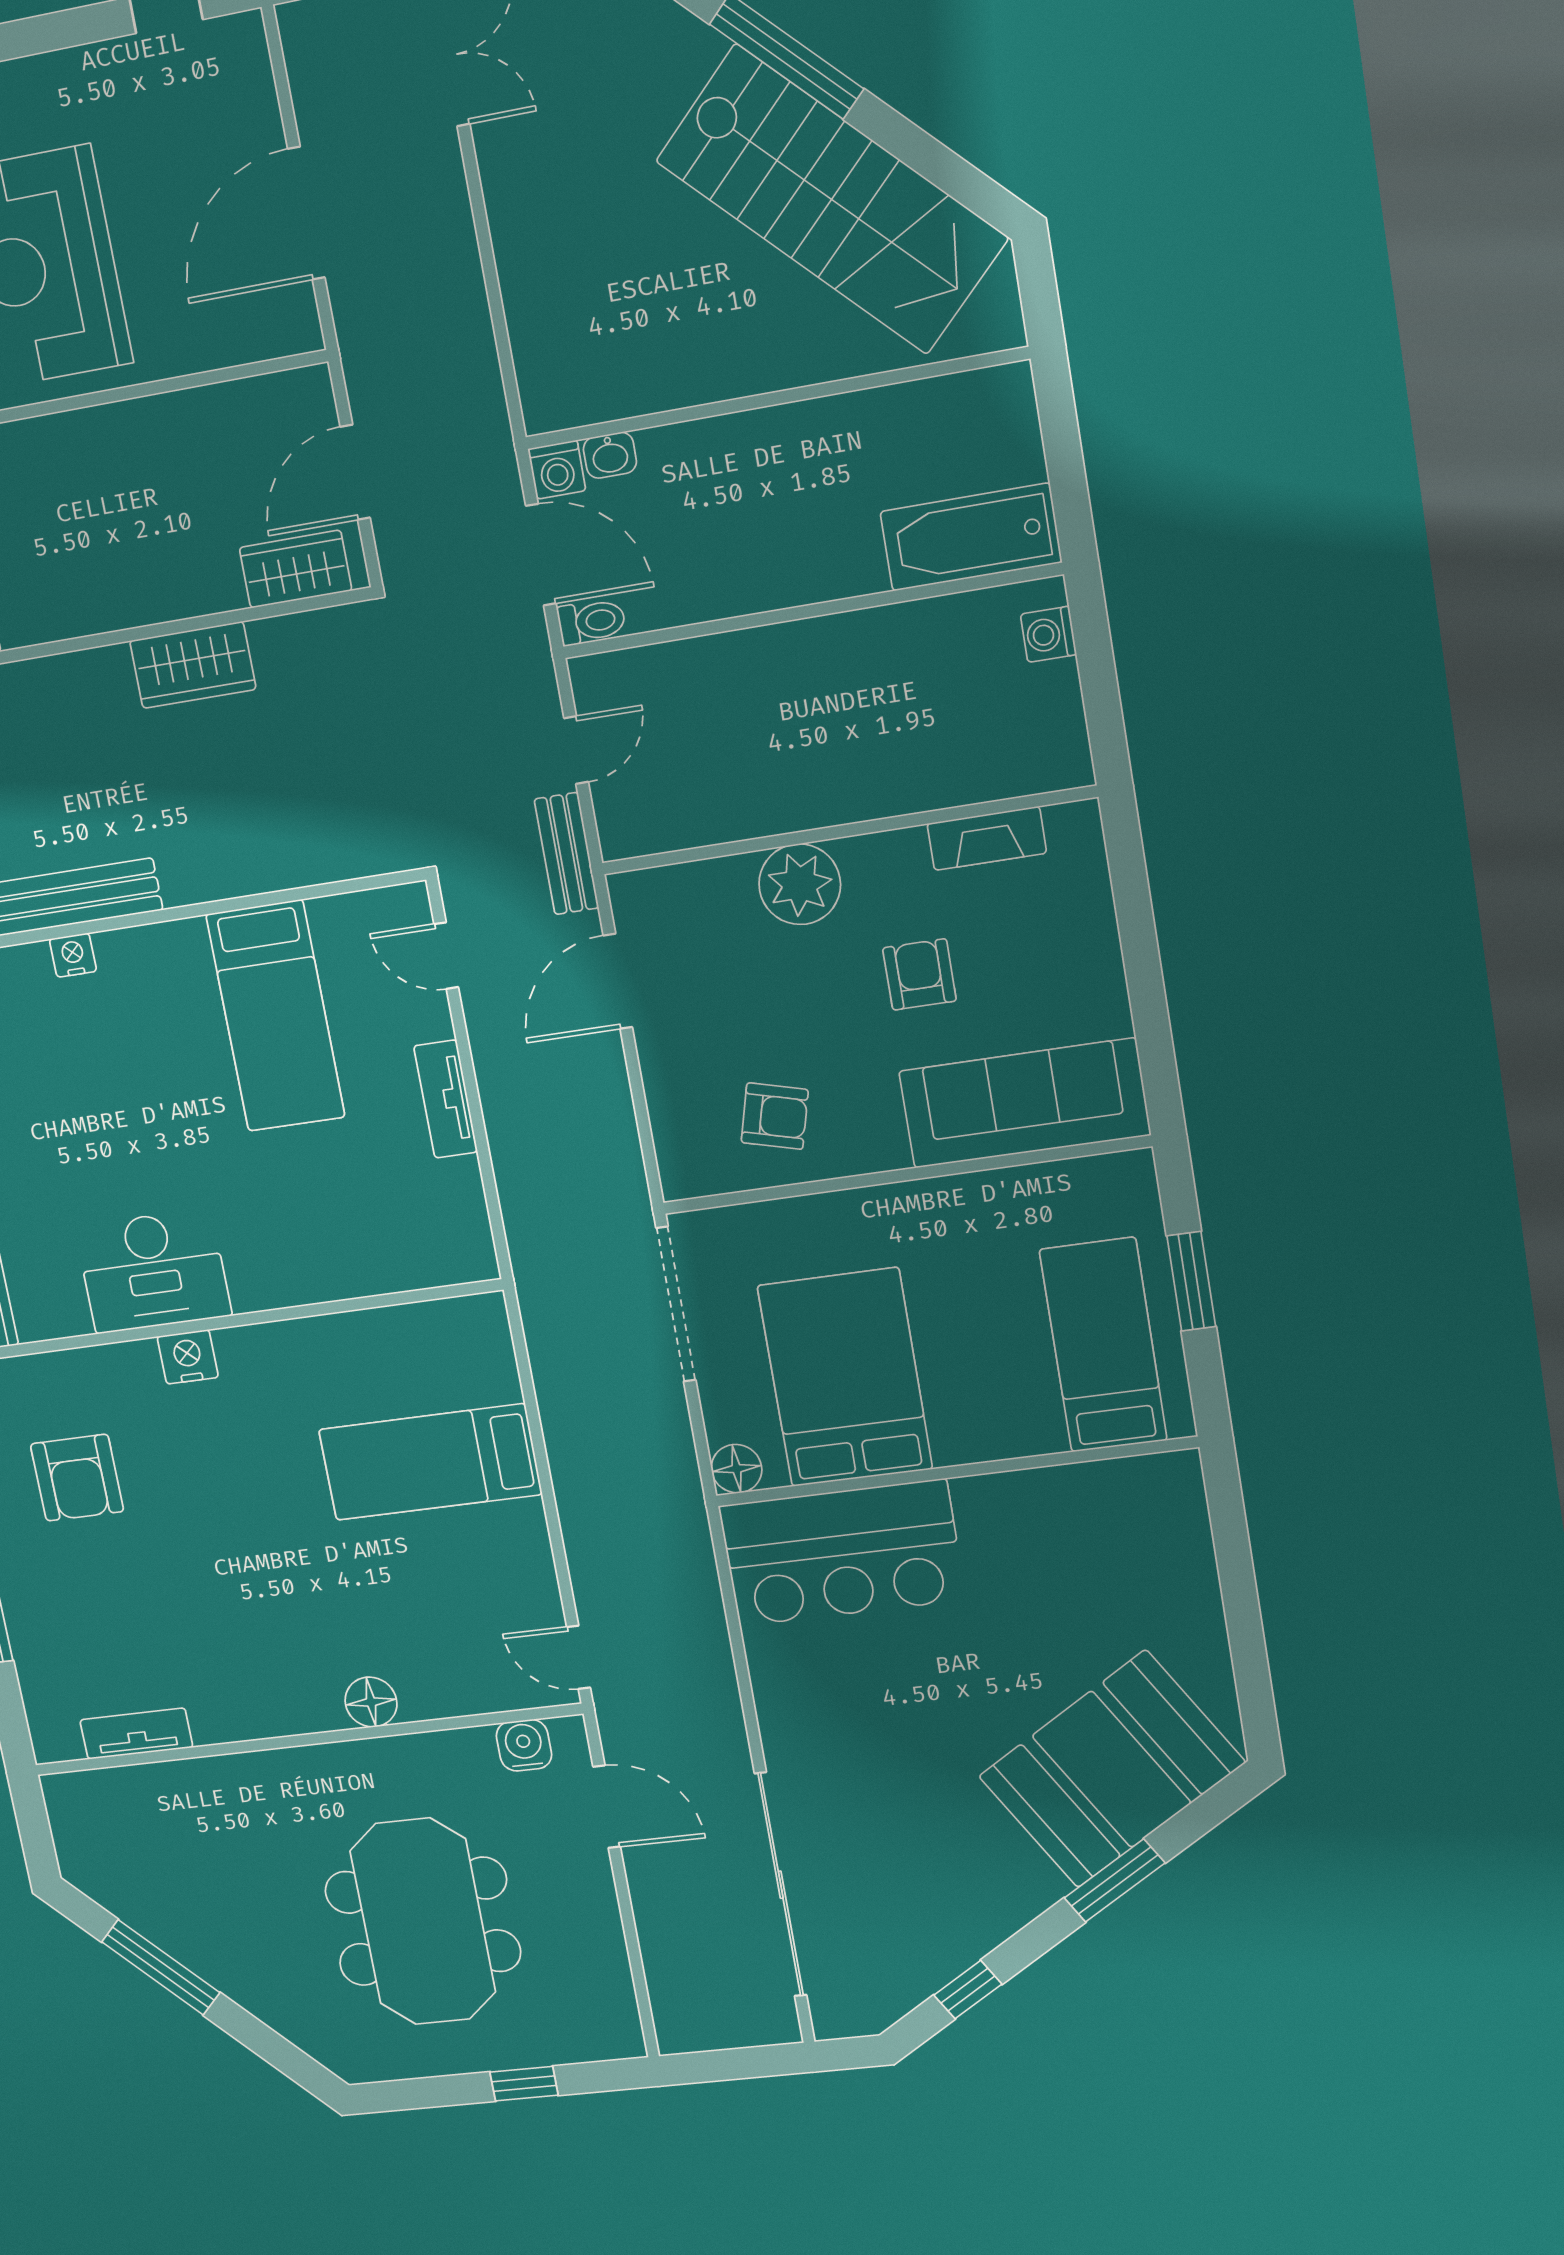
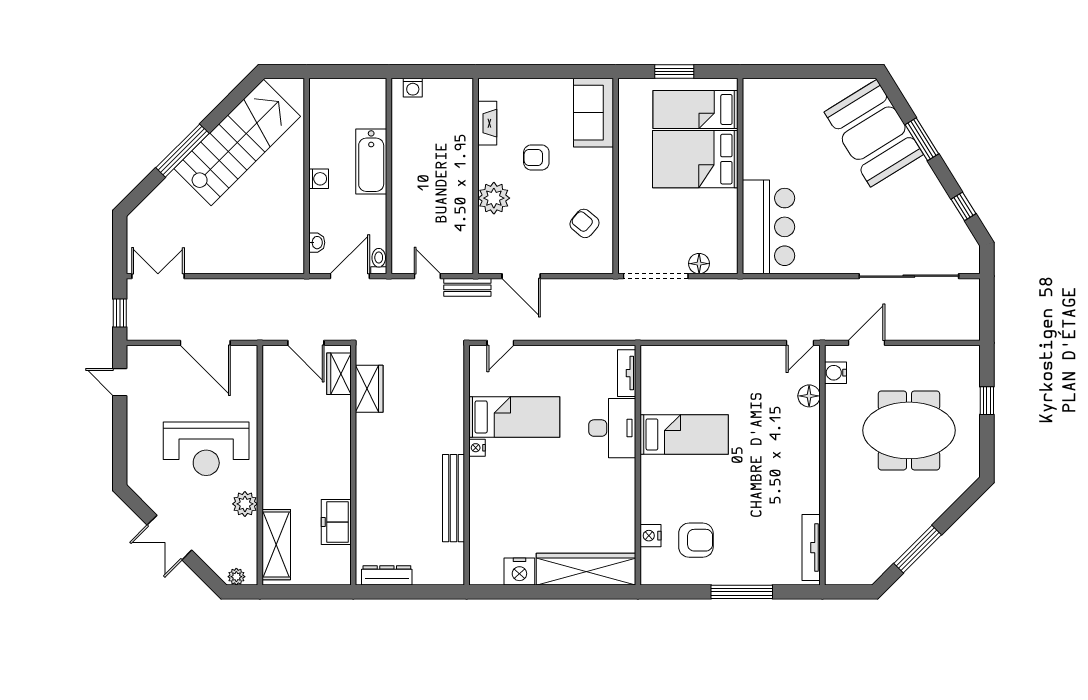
washing machine: (557, 470) -> (319, 179), moved
bathtub: (971, 537) -> (371, 161), moved
wardrobe: (193, 665) -> (369, 389), moved
nightstand: (73, 955) -> (477, 448), moved
tv unit: (446, 1099) -> (627, 373), moved, turned 90
sofa: (1024, 1103) -> (593, 113), width x0.73
armchair: (775, 1116) -> (584, 223), turned -65
desk: (153, 1271) -> (612, 428), moved
nightstand: (188, 1357) -> (650, 536), moved
bed: (845, 1377) -> (695, 159), moved
bed: (430, 1462) -> (684, 434), moved, turned -90
floor lamp: (737, 1469) -> (699, 264), moved
floor lamp: (371, 1702) -> (809, 396), moved
tv unit: (136, 1734) -> (811, 548), width x1.41

